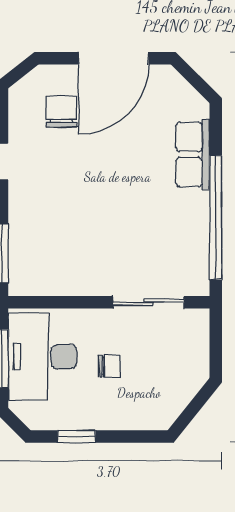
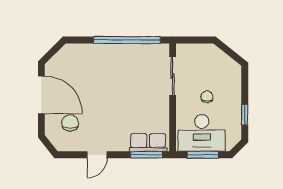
chair: (61, 111) -> (70, 123), turned 90
row of seats: (193, 155) -> (148, 142), moved, turned 180

